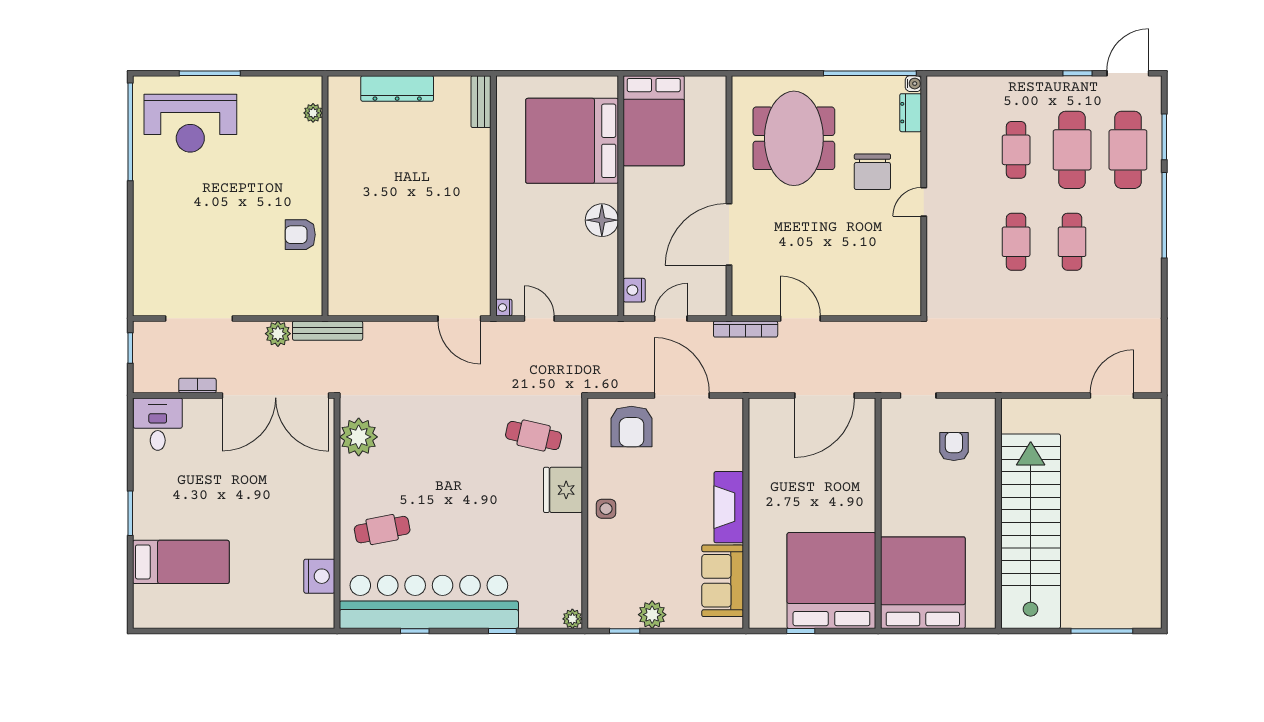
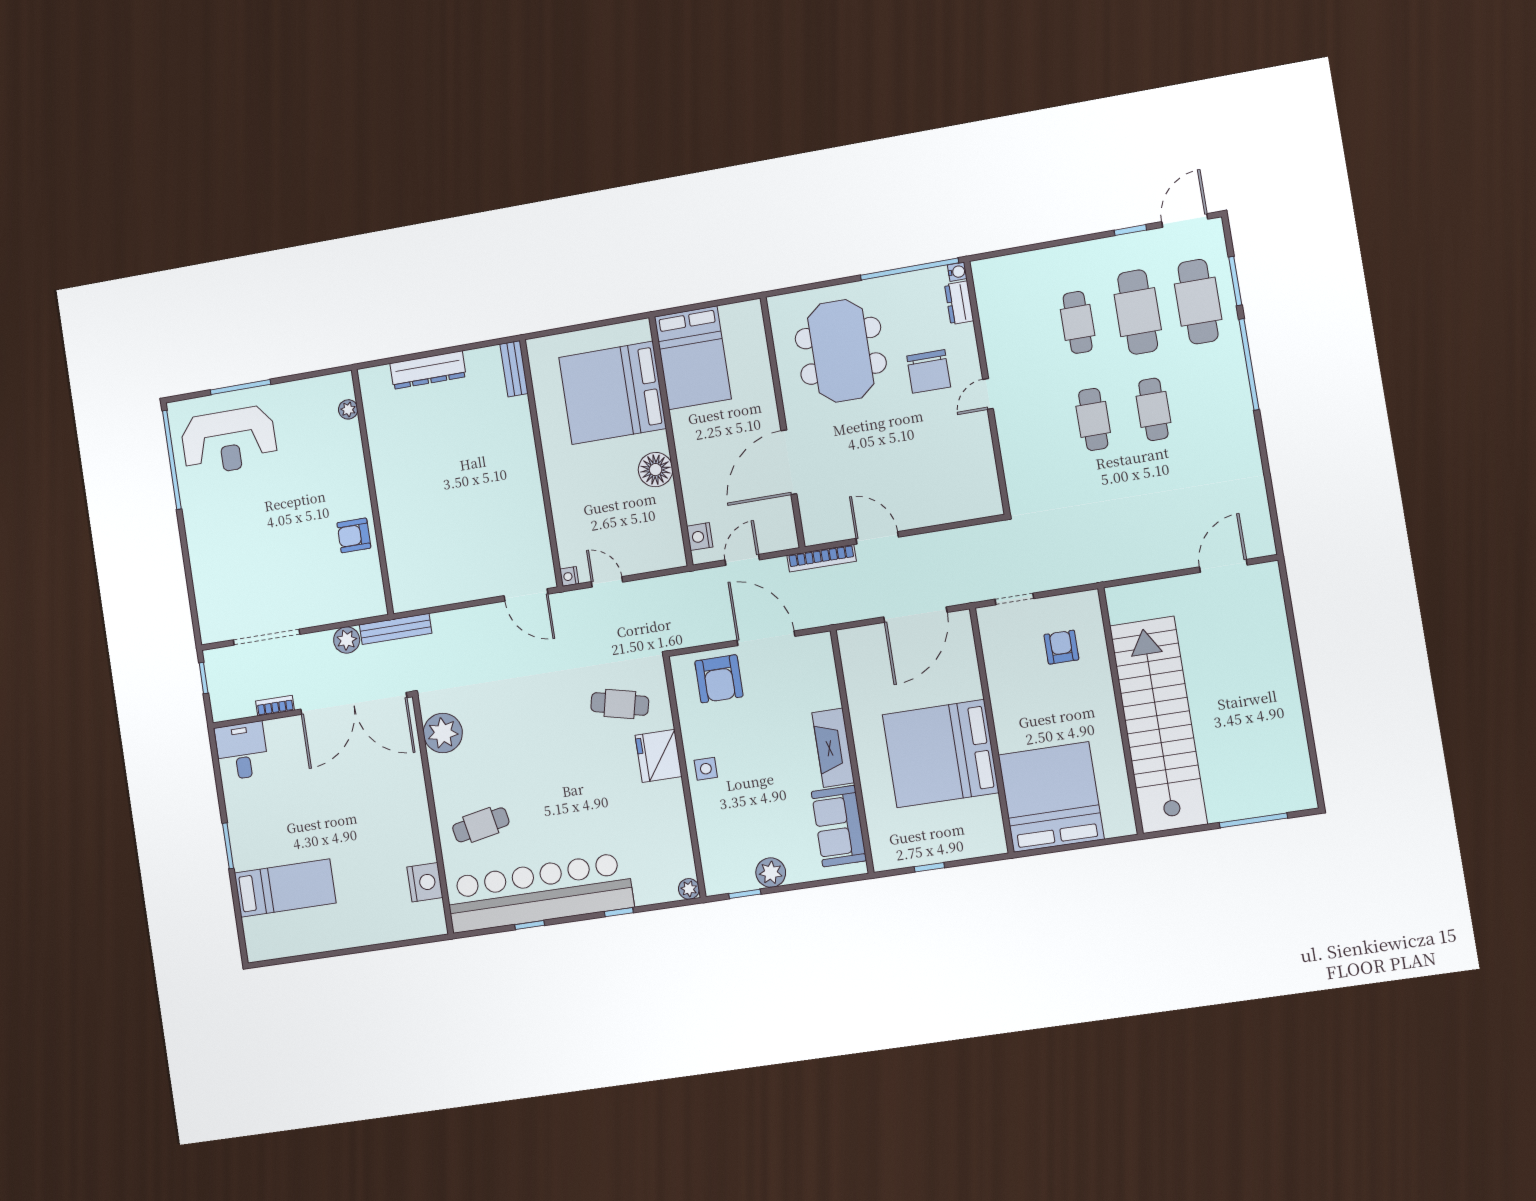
bed: (831, 581) -> (941, 754), moved, turned -90

